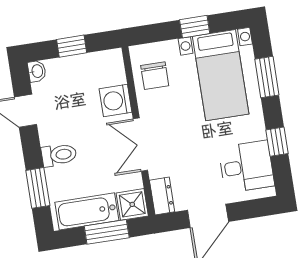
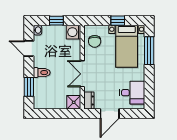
window: (267, 77) -> (149, 51), width x1.44
washing machine: (115, 101) -> (74, 32), moved
window: (277, 142) -> (149, 83), removed
bathtub: (87, 211) -> (51, 102), removed
window: (107, 232) -> (59, 114), removed

